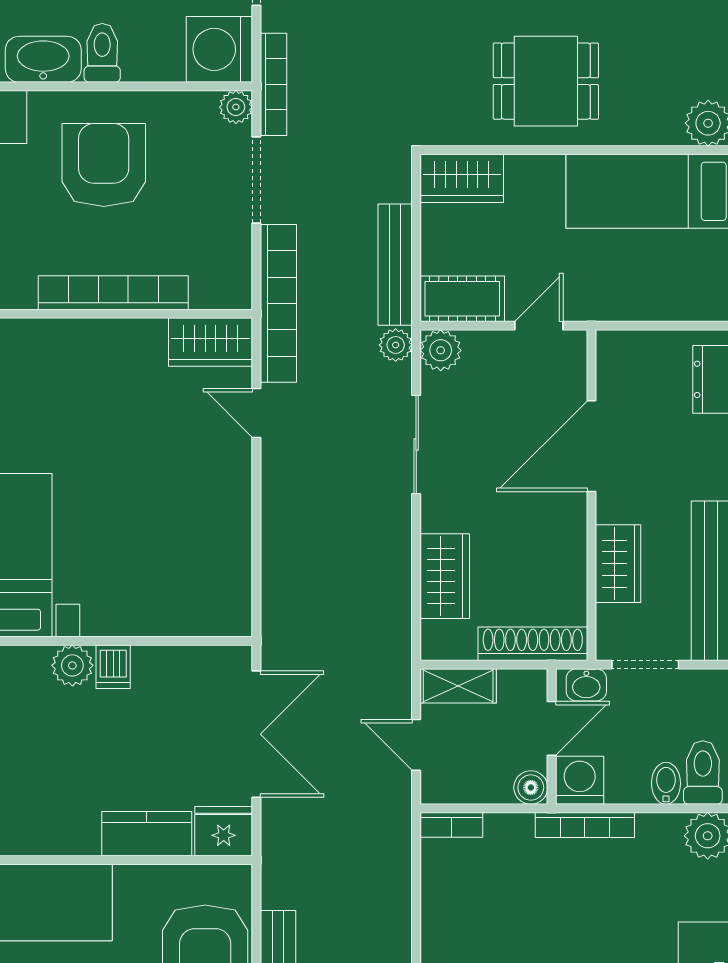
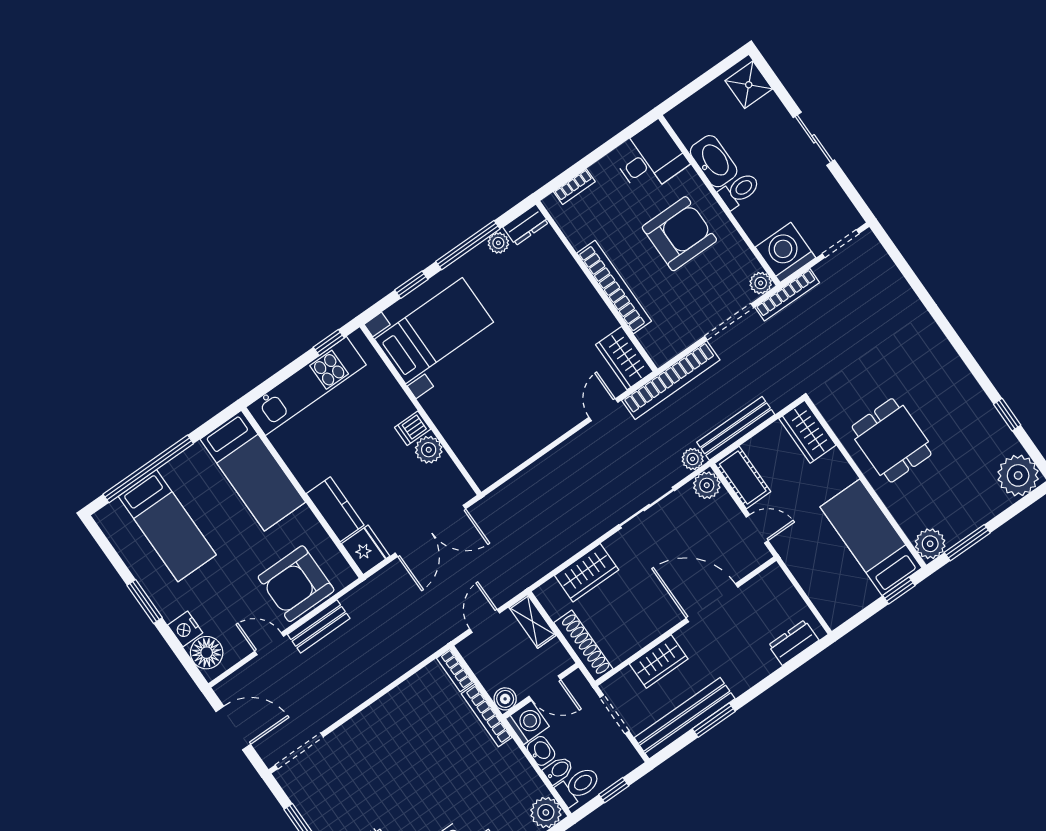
plant: (72, 665) -> (429, 450), moved
washbasin: (586, 685) -> (541, 751), moved, turned 180
bookcase: (585, 825) -> (487, 716), moved

